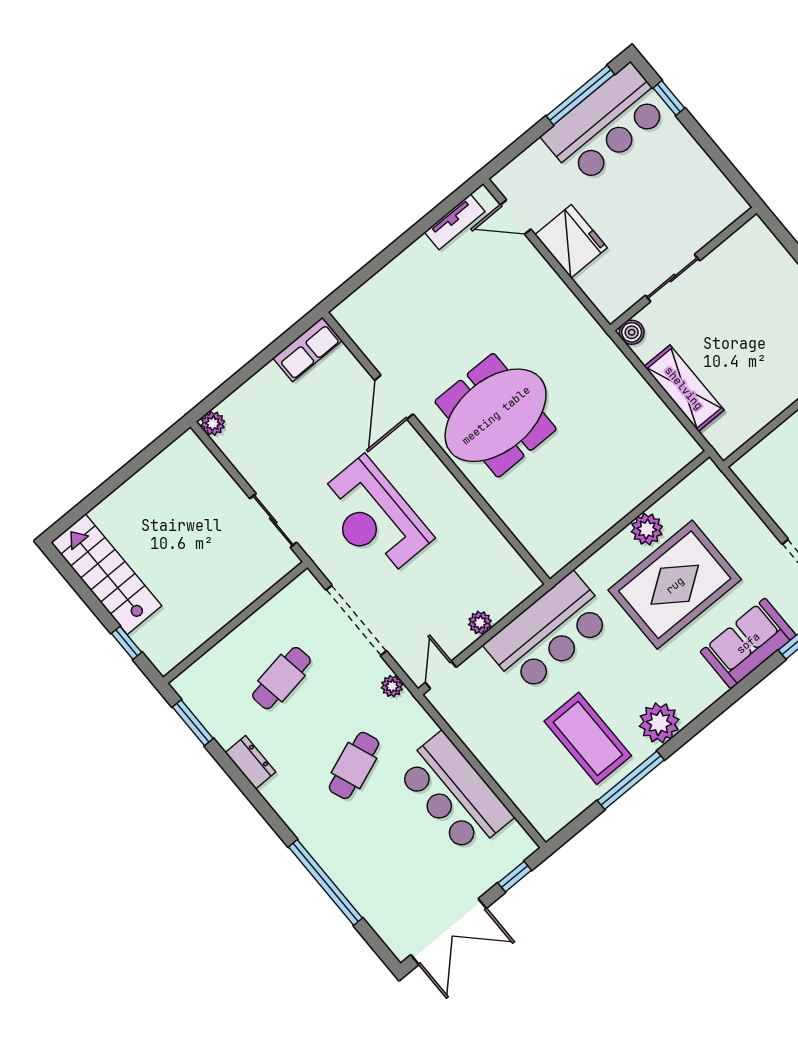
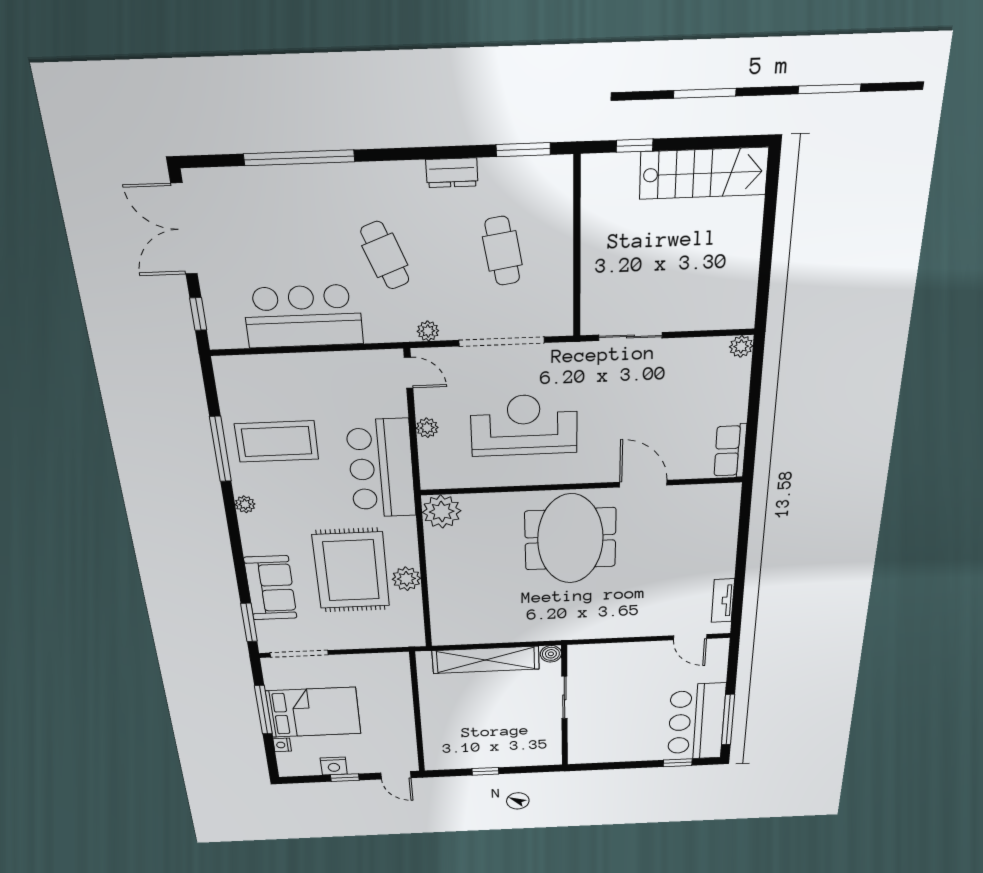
door: (516, 217) -> (690, 637), swing flipped
fridge: (571, 241) -> (643, 658), removed
shelving: (684, 388) -> (486, 660), width x1.47
reception desk: (373, 518) -> (524, 425), moved
plant: (553, 550) -> (442, 512), added
plant: (659, 723) -> (245, 504), width x0.53, depth x0.53

